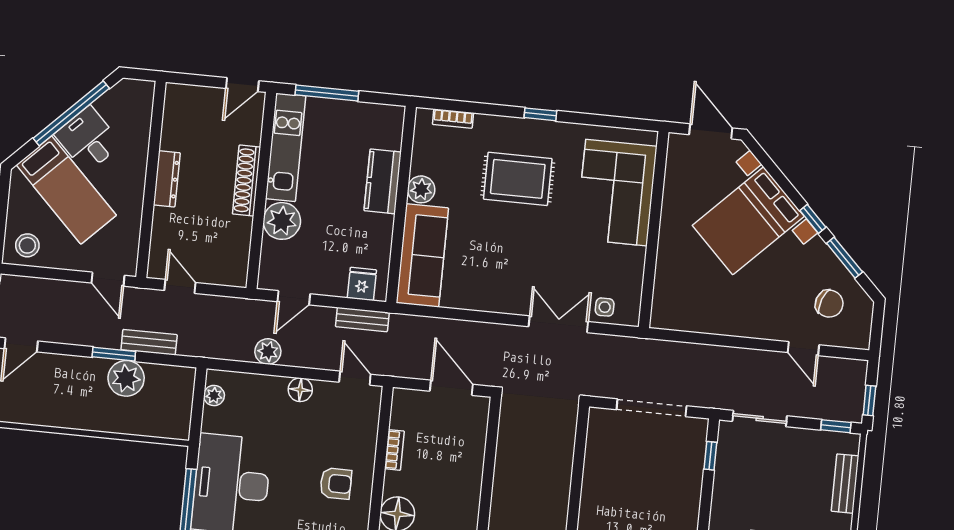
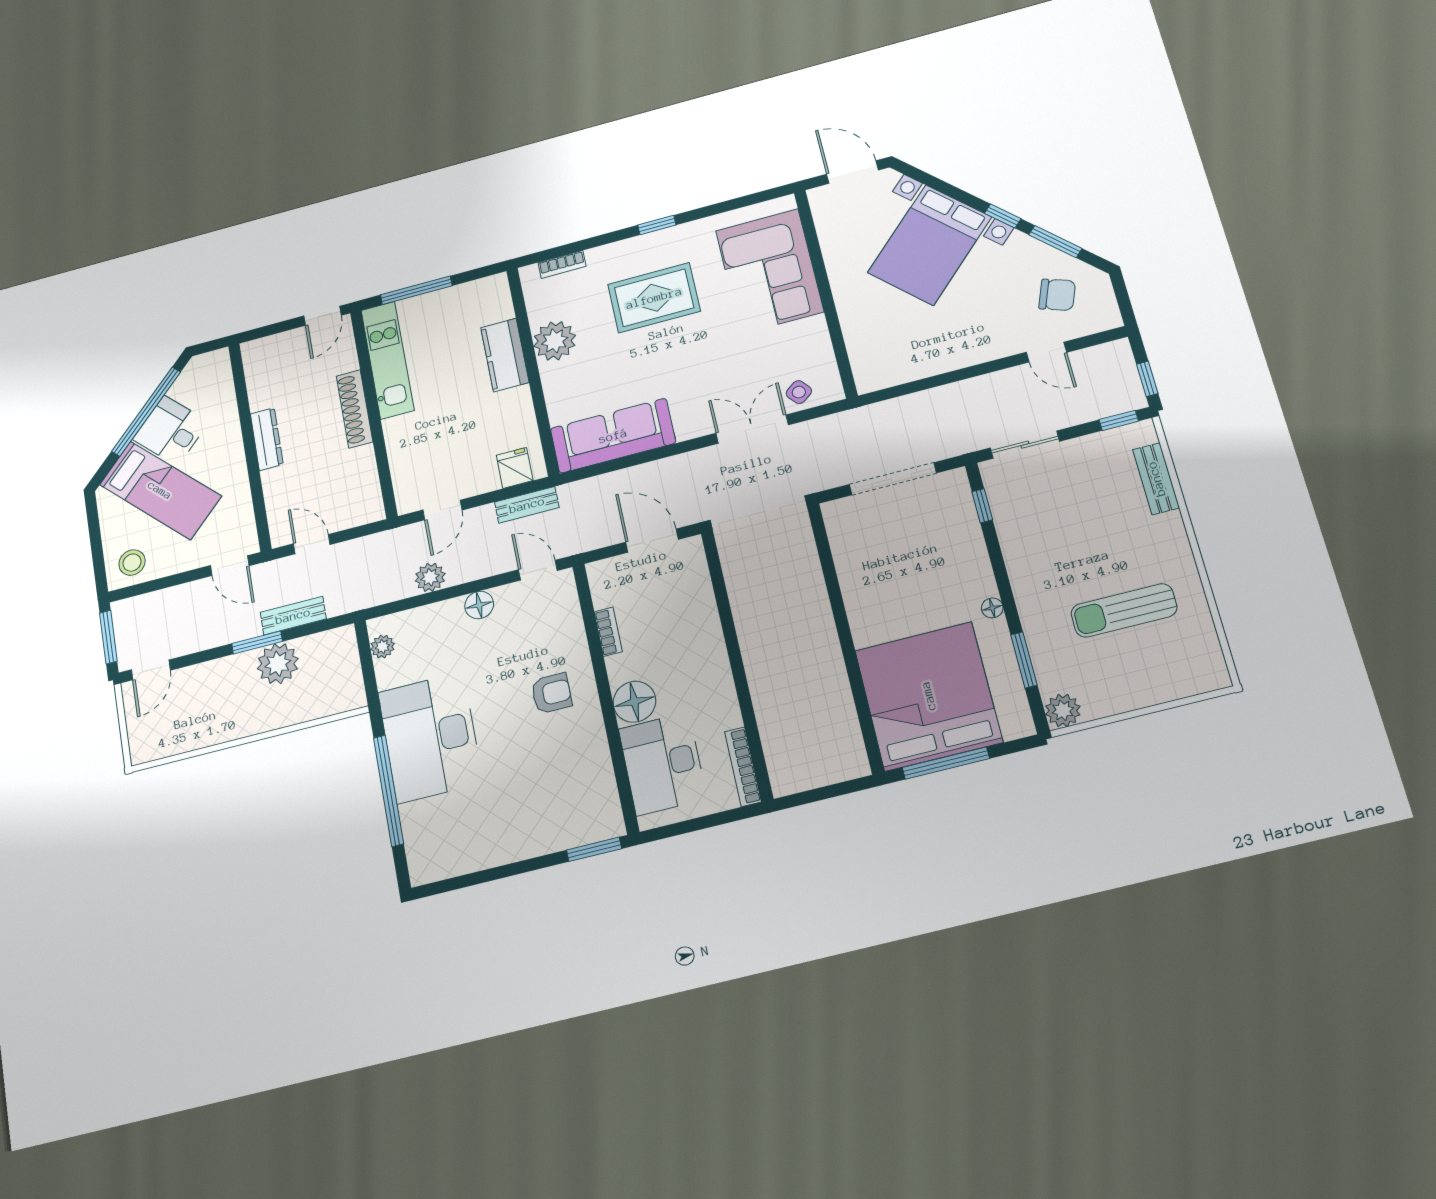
plant: (421, 189) -> (555, 341), width x1.36, depth x1.36
plant: (282, 221) -> (405, 436), removed
sofa: (422, 255) -> (613, 436), moved, turned -90
side table: (605, 307) -> (799, 392), turned -38

